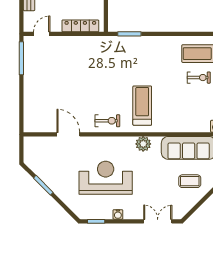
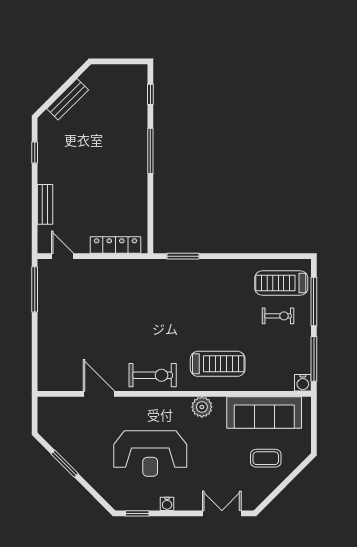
door: (42, 34) -> (63, 256), hinge flipped
treadmill: (142, 106) -> (218, 364), moved, turned 90
exercise bike: (107, 121) -> (153, 375), width x1.38, depth x1.39
reception desk: (106, 178) -> (150, 454), turned 180

